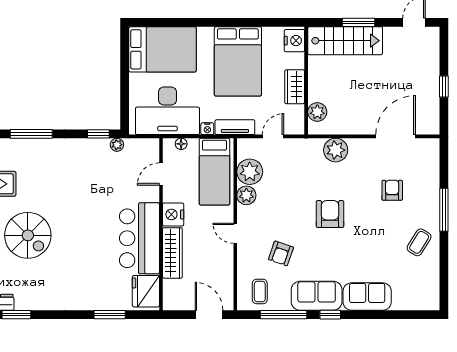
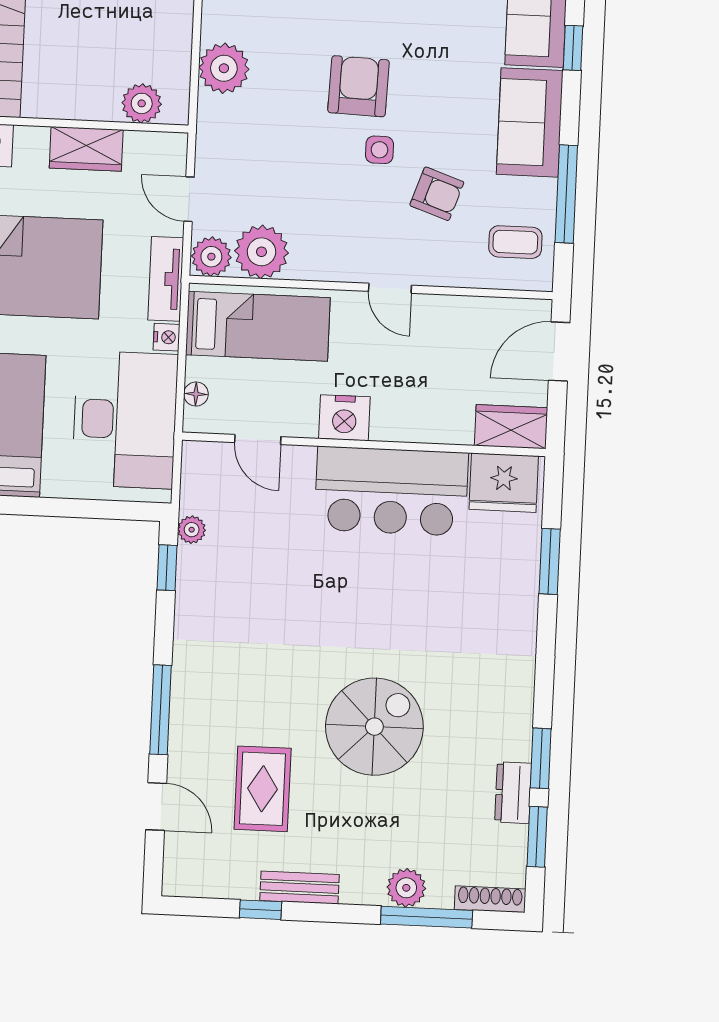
plant: (246, 195) -> (211, 257), moved
armchair: (330, 214) -> (358, 86), turned 92
side table: (300, 225) -> (380, 150), added
door: (235, 233) -> (390, 288), hinge flipped
wardrobe: (172, 253) -> (511, 427), moved, width x0.67
window: (330, 315) -> (573, 48), moved

